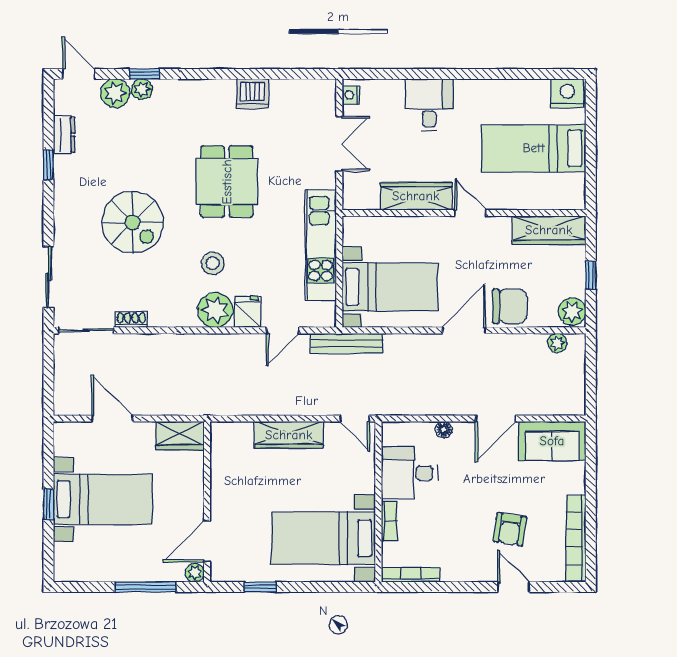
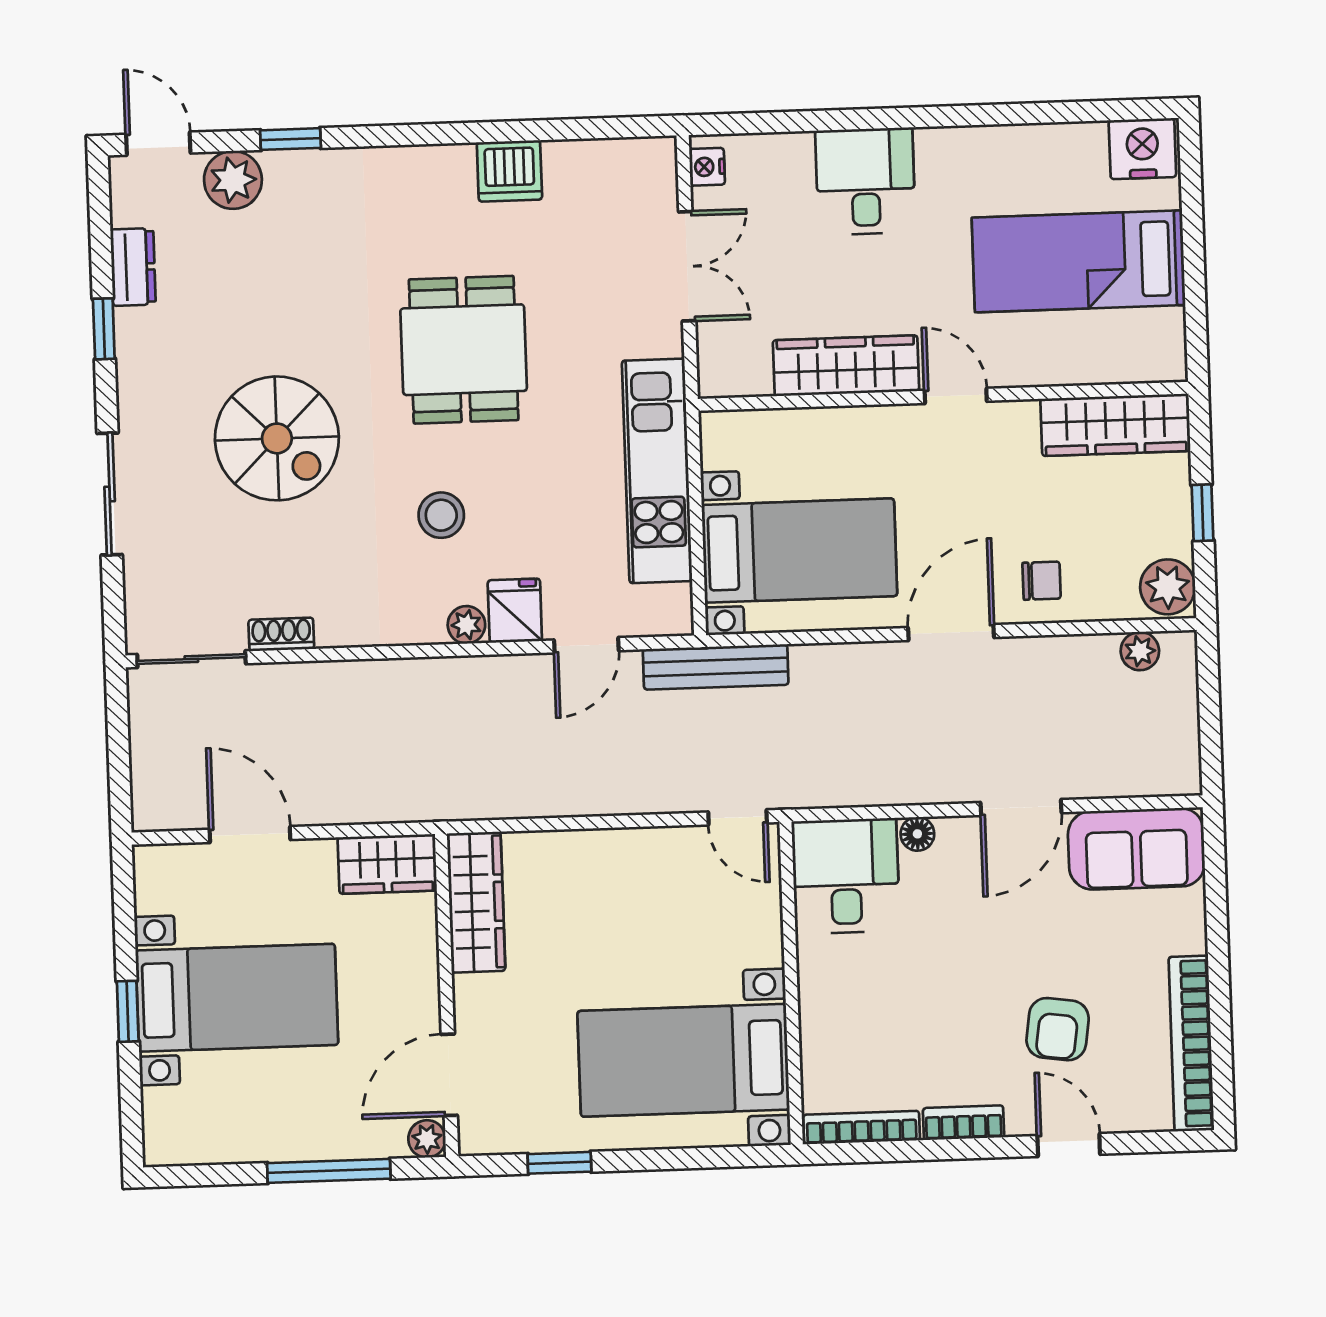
plant: (142, 89) -> (286, 170), removed
sliding door: (48, 277) -> (110, 494), moved
chair: (510, 306) -> (1042, 581), width x0.54, depth x0.54
plant: (215, 310) -> (466, 625), width x0.53, depth x0.53
wardrobe: (289, 435) -> (476, 902), moved, turned -90
desk: (409, 473) -> (846, 876), moved, turned 90
bookcase: (389, 521) -> (964, 1123), moved, turned -90

